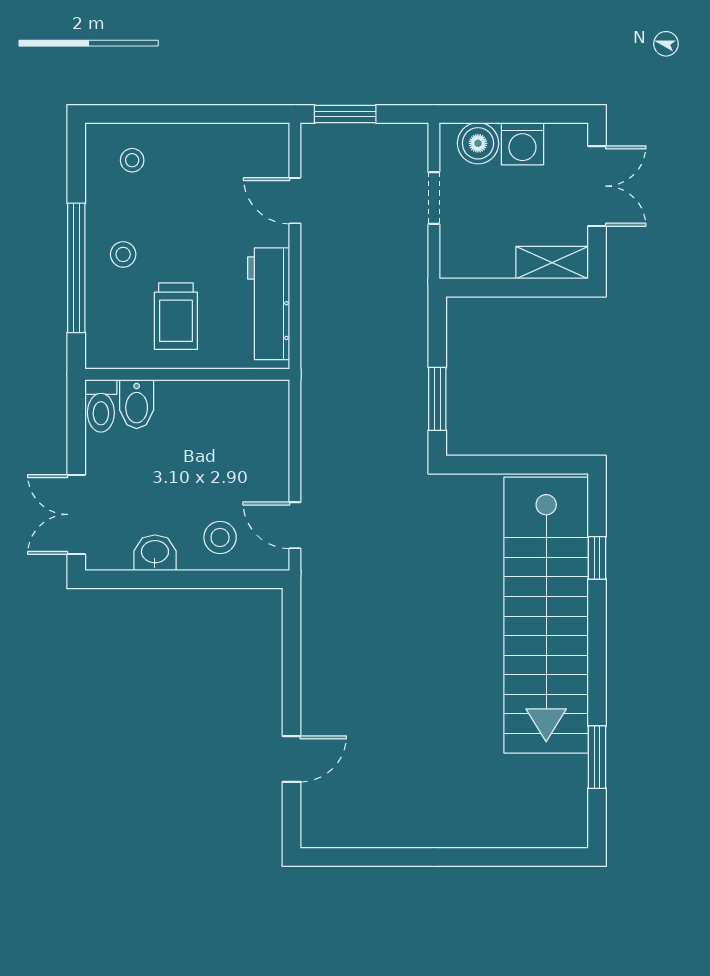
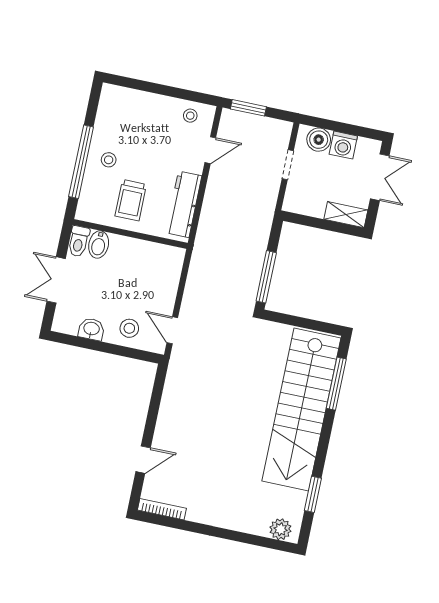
stool: (132, 160) -> (190, 116), moved
door: (295, 201) -> (210, 150), swing flipped
window: (437, 399) -> (266, 277), width x1.44
double door: (76, 514) -> (56, 280), moved
window: (597, 558) -> (336, 384), width x2.17
plant: (554, 829) -> (280, 529), added
bookcase: (342, 838) -> (162, 509), added

